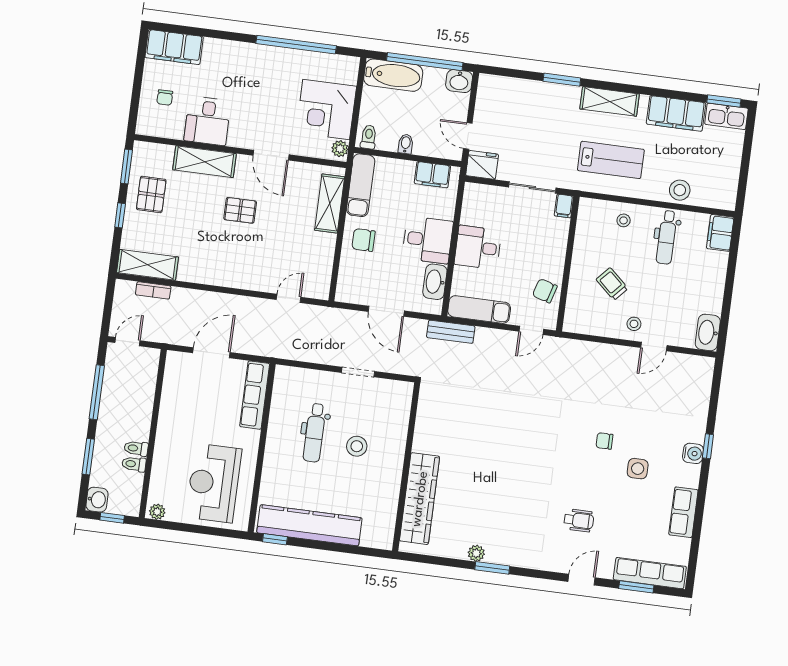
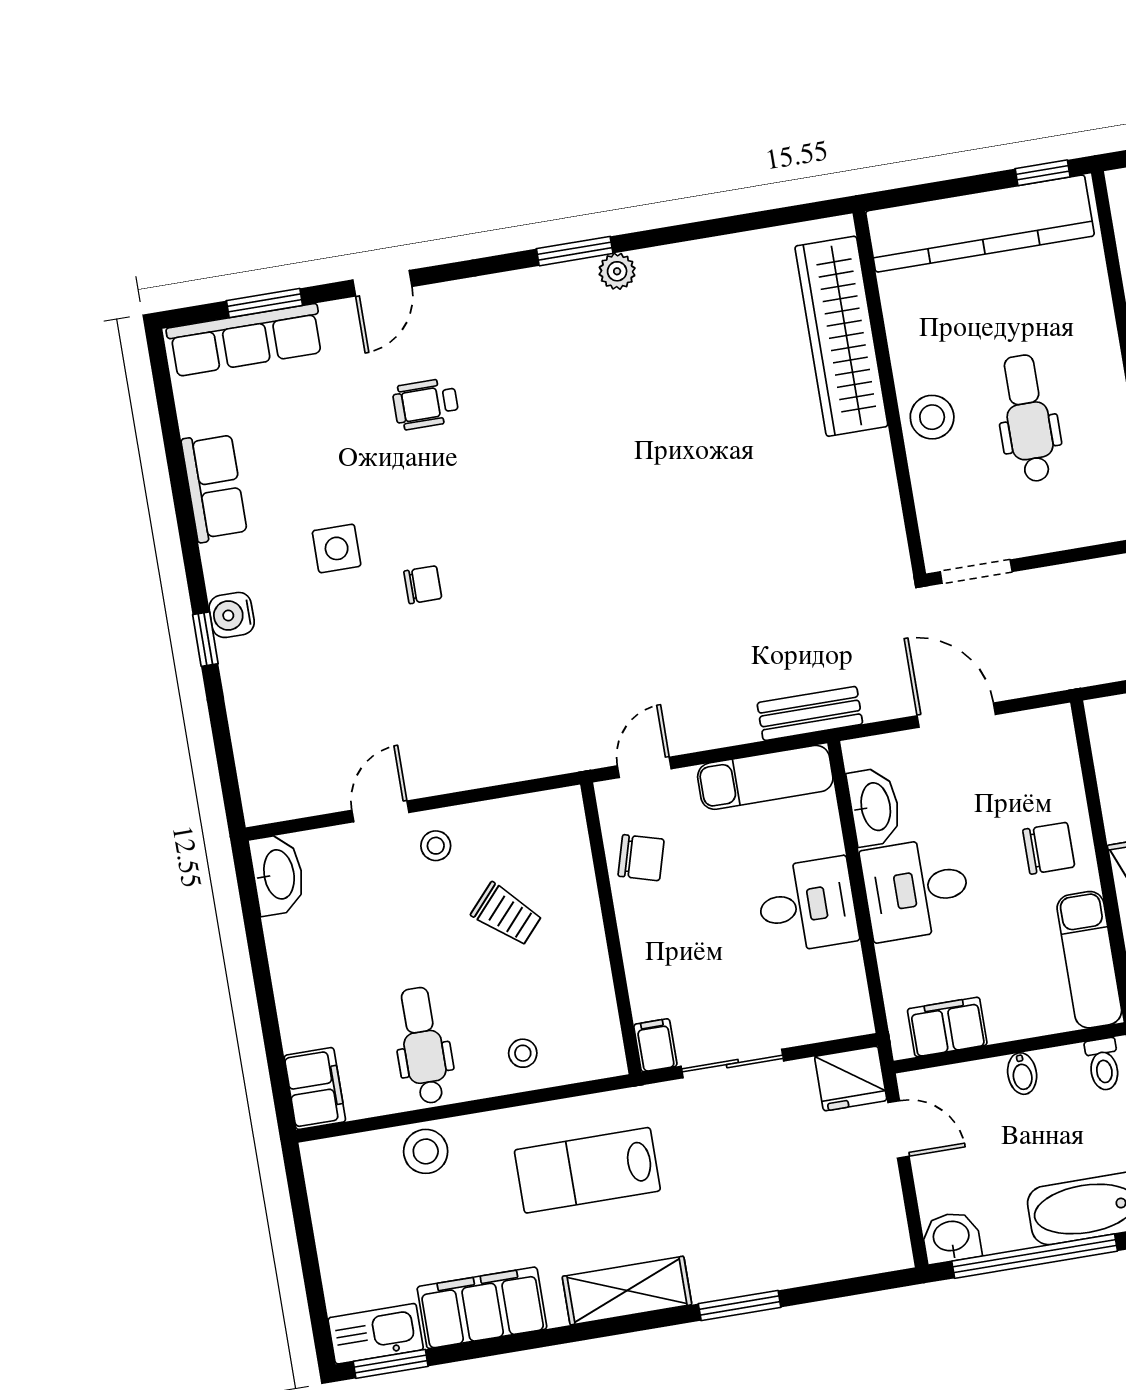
wall: (406, 467) -> (889, 393), moved
wardrobe: (420, 499) -> (841, 336), moved

